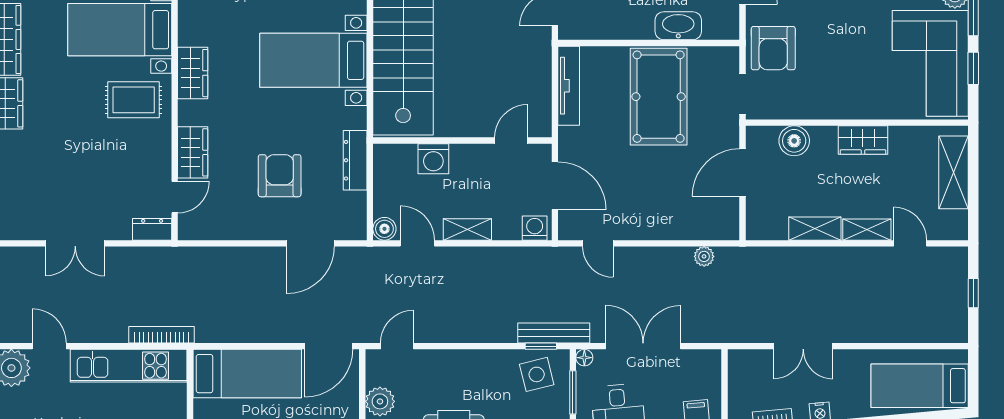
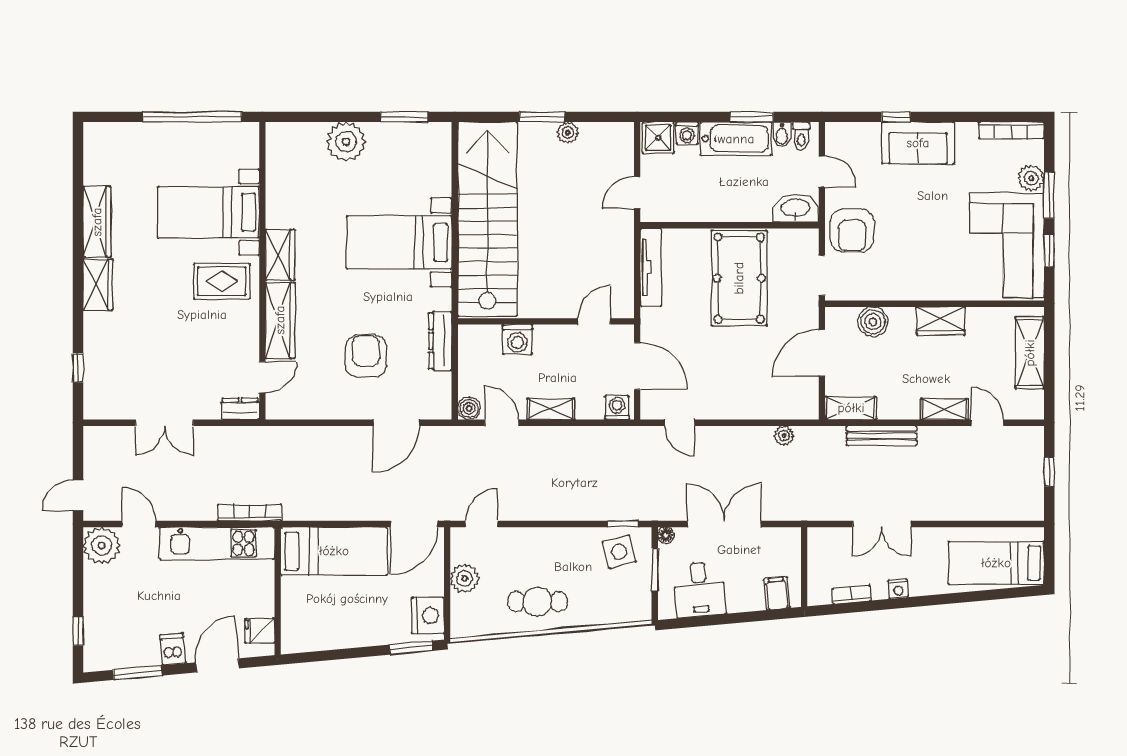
washbasin: (678, 26) -> (795, 208), moved
wardrobe: (193, 152) -> (280, 320), width x1.50
shelving: (815, 229) -> (851, 408), moved
bench: (554, 333) -> (882, 436), moved

